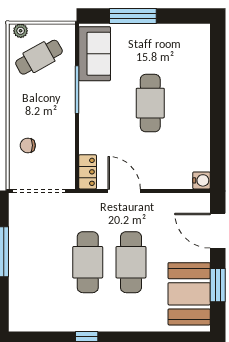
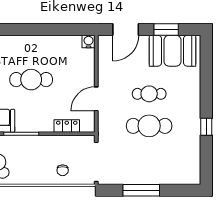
locker: (88, 172) -> (67, 126), moved
cafe table: (131, 262) -> (149, 94), width x0.73, depth x0.74

